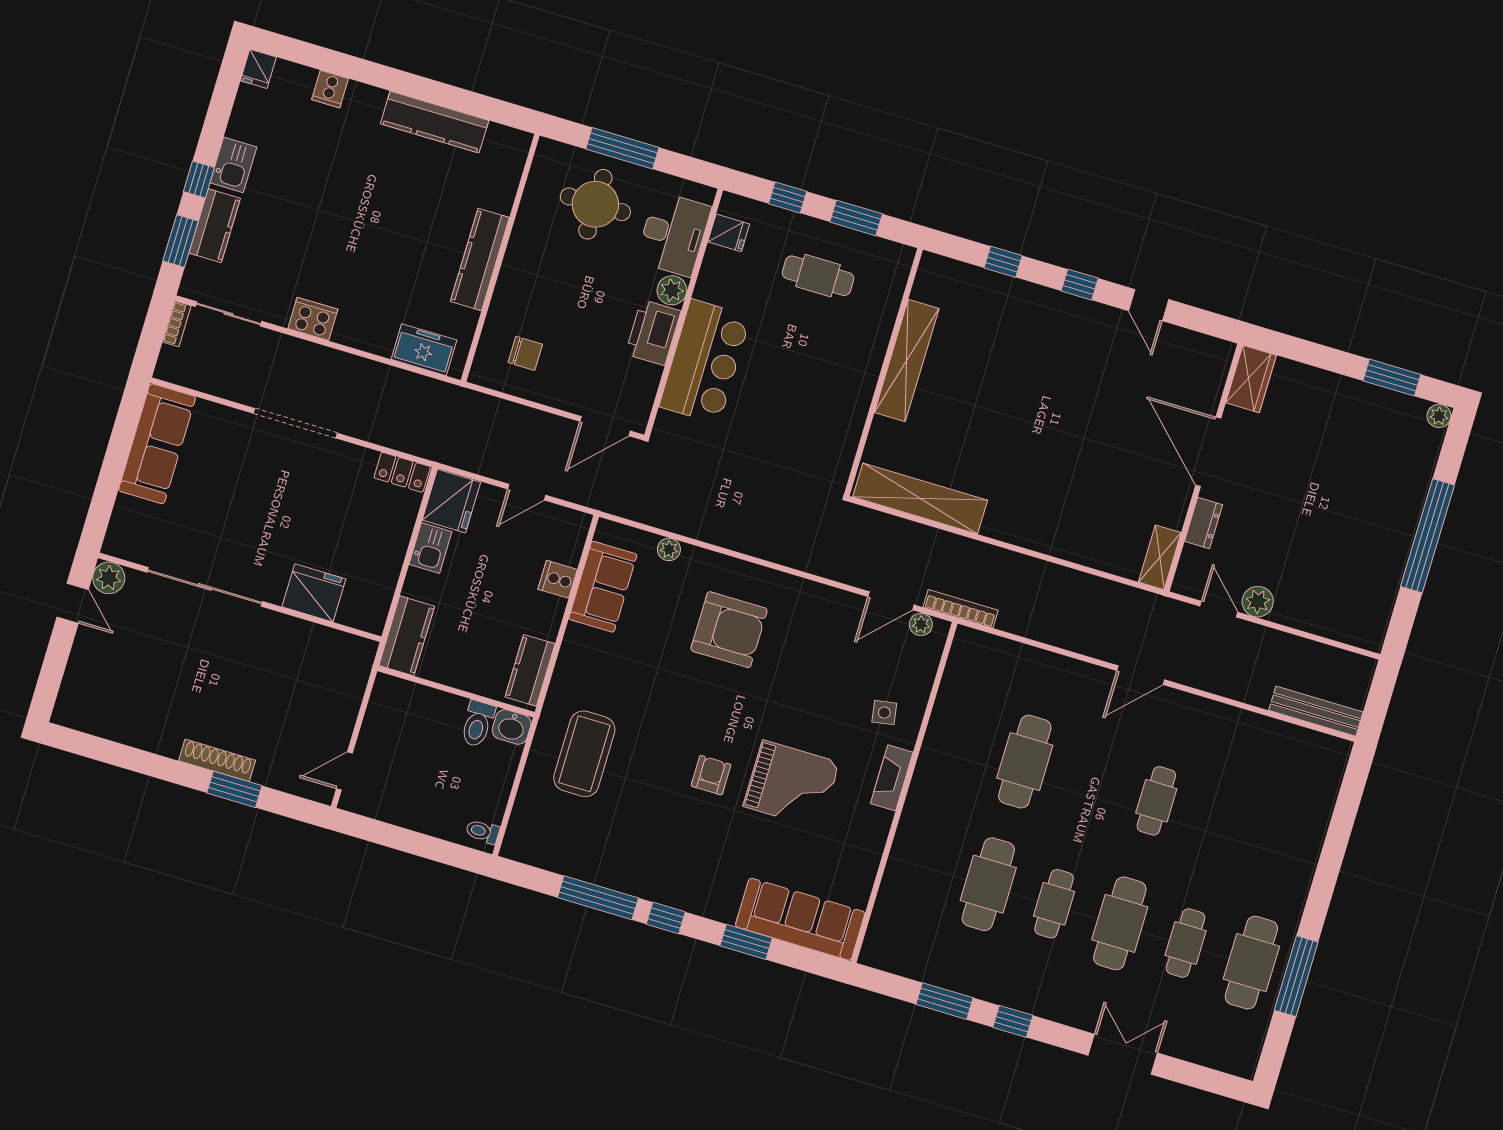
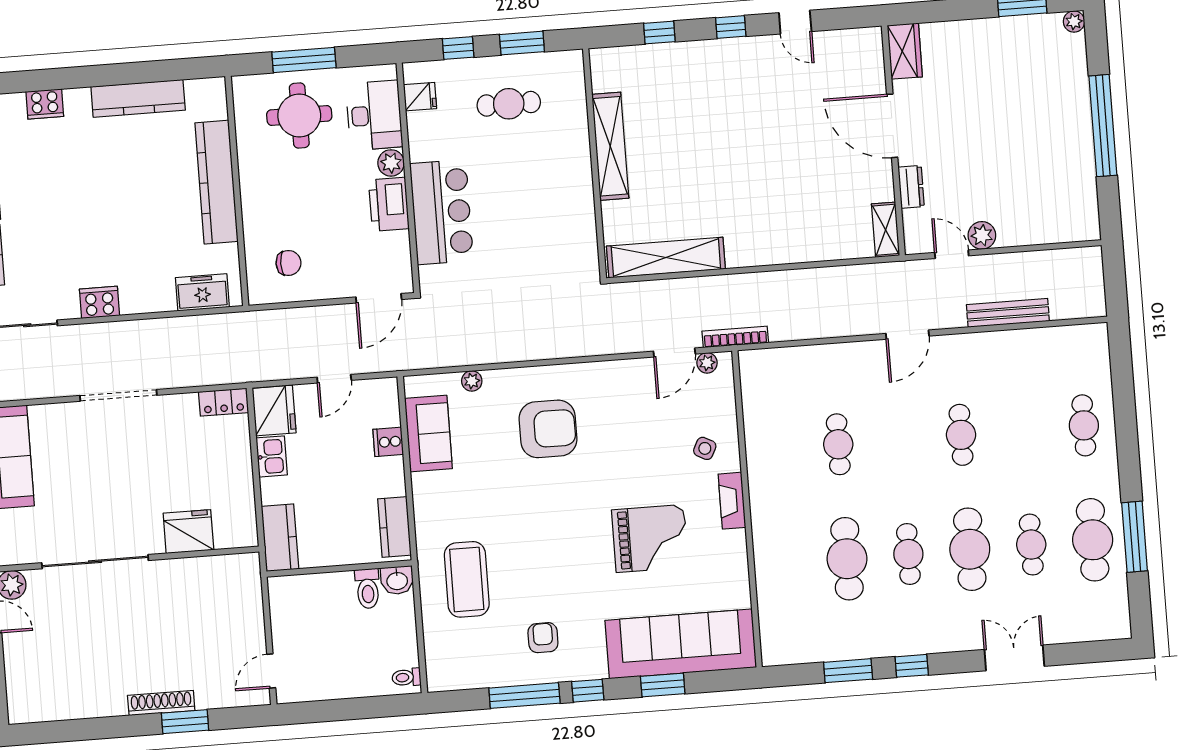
cooker: (330, 89) -> (45, 104), width x1.36
kitchen counter: (480, 260) -> (217, 182), width x1.39, depth x1.17
bench: (1316, 711) -> (1008, 313), moved
side table: (884, 713) -> (705, 448), turned 36
cafe table: (1025, 762) -> (838, 444), width x0.73, depth x0.74
armchair: (711, 775) -> (543, 638), moved
cafe table: (1288, 840) -> (1084, 425), added
sofa: (800, 919) -> (681, 644), width x1.36, depth x1.27

